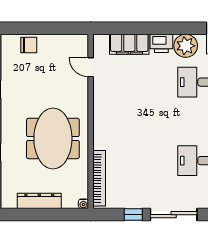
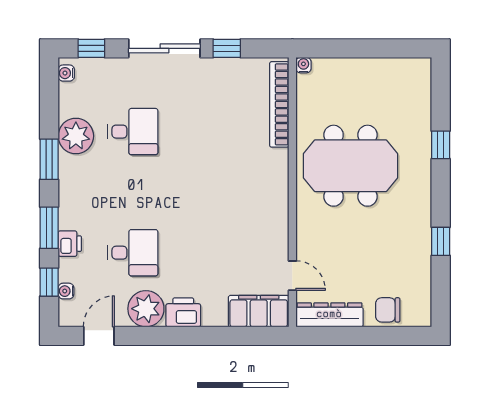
filing cabinet: (129, 44) -> (259, 311), moved
meeting table: (53, 138) -> (351, 166), turned 90
dresser: (39, 201) -> (329, 315), moved, turned 180

